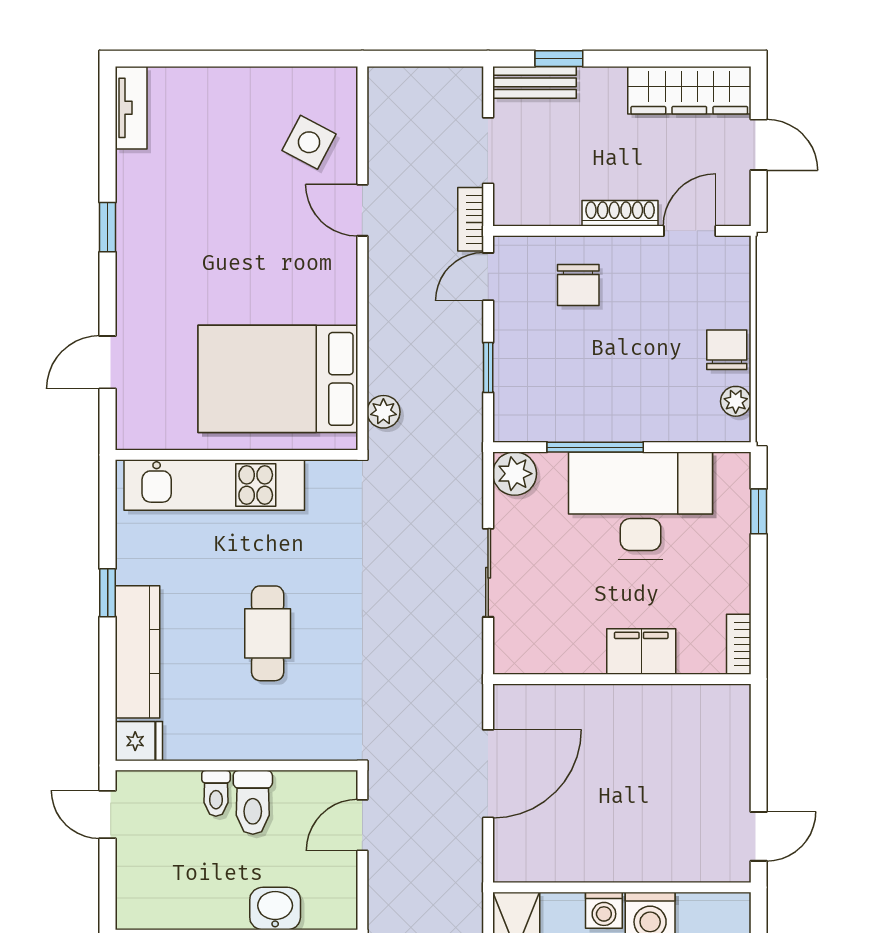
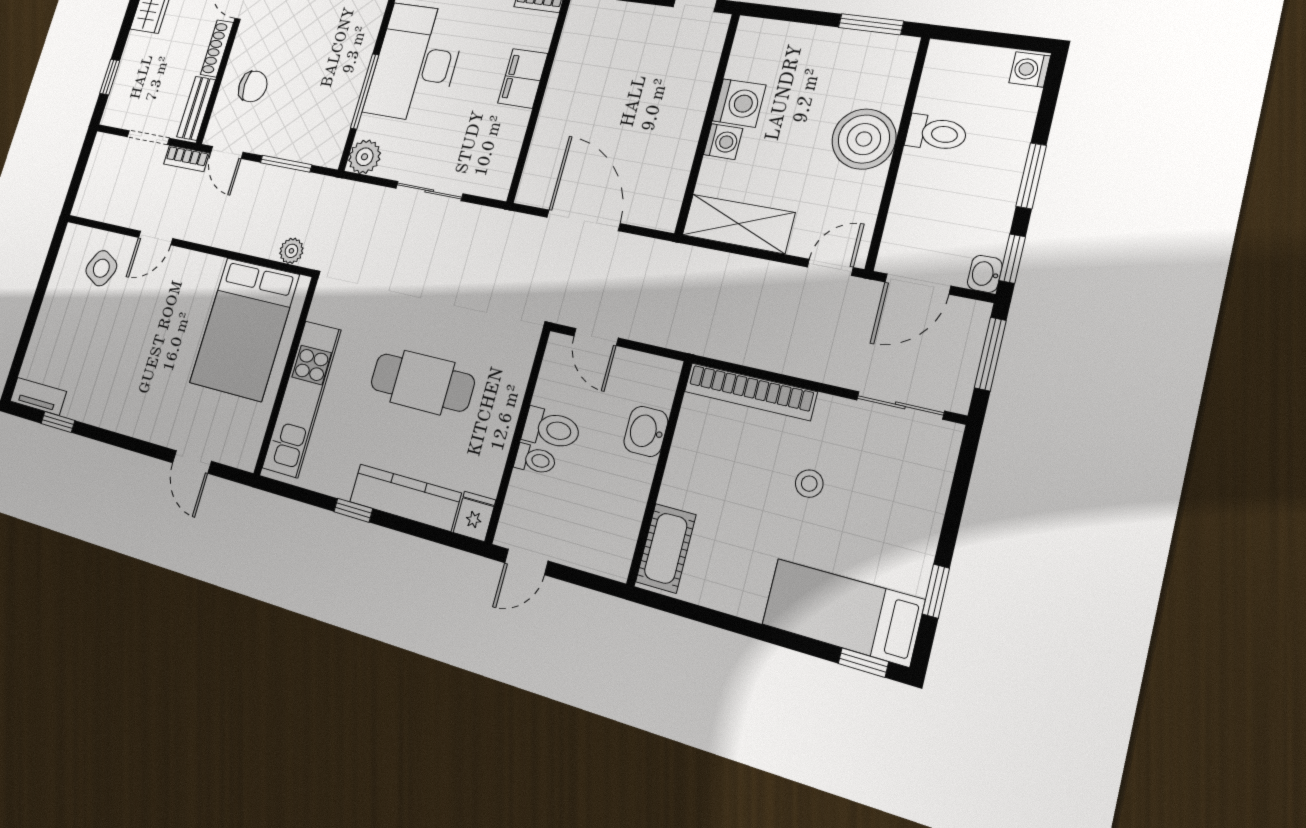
bench: (534, 82) -> (196, 108), moved
window: (108, 227) -> (58, 422), moved
window: (488, 367) -> (286, 164), width x1.50
cafe table: (268, 633) -> (422, 382), width x1.37, depth x1.35

